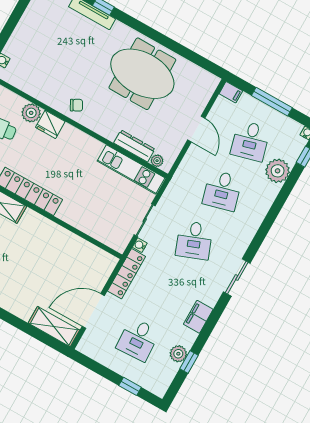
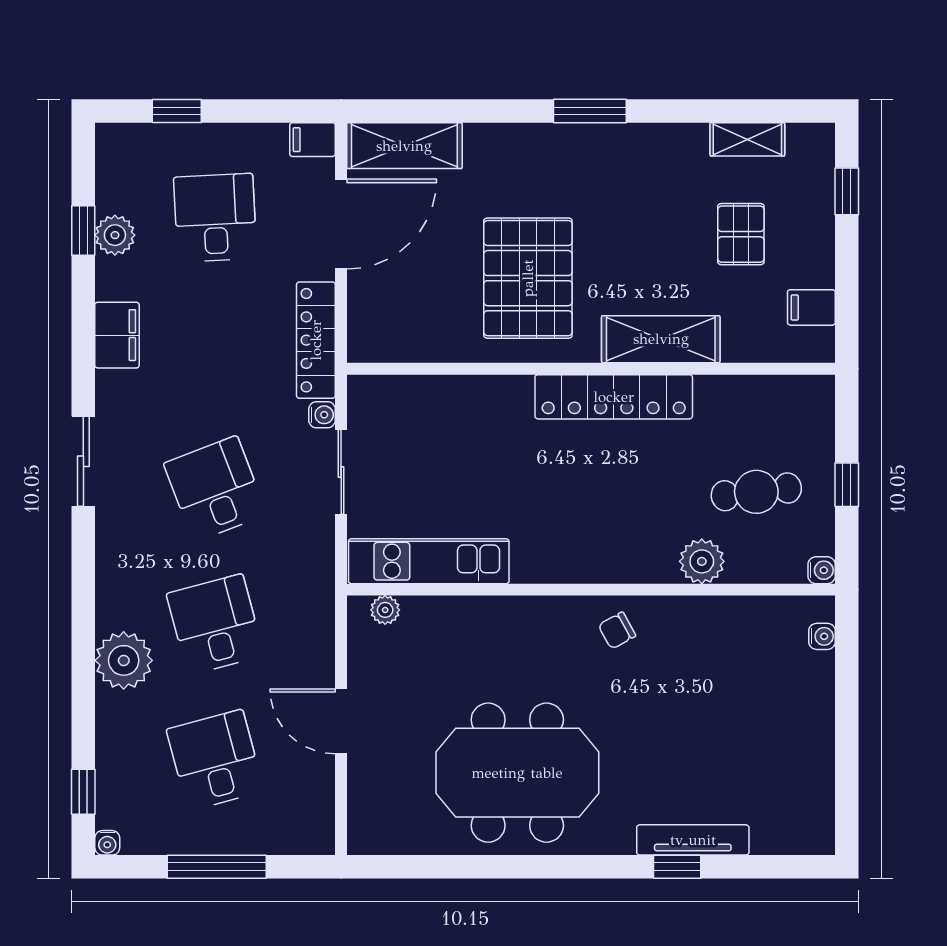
filing cabinet: (231, 92) -> (313, 140), moved
fridge: (50, 124) -> (649, 560), removed
dresser: (134, 146) -> (449, 614), removed
plant: (278, 171) -> (124, 660), moved
pallet: (36, 253) -> (528, 278), added

